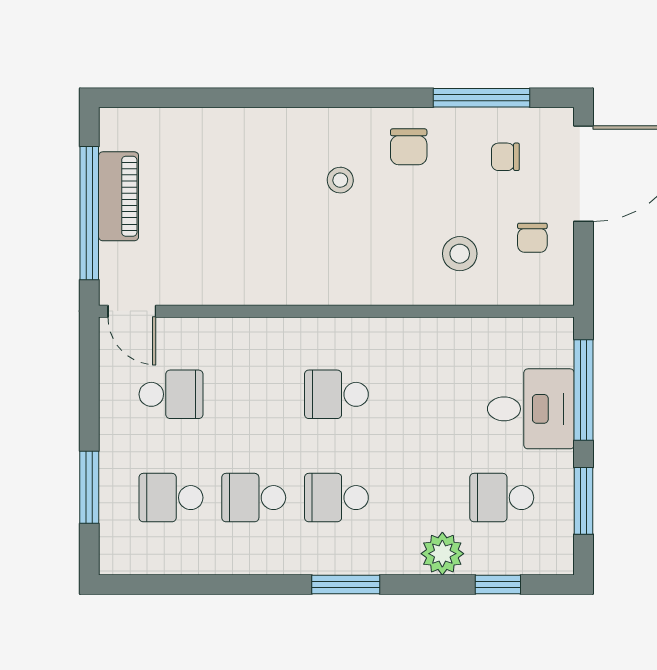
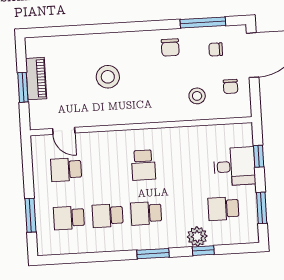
stool: (340, 180) -> (108, 77), moved, width x1.89, depth x1.89
window: (89, 213) -> (23, 87), width x0.47
door: (132, 311) -> (64, 131), moved
window: (583, 390) -> (259, 156), width x0.46
school desk: (171, 394) -> (66, 170), turned 180
school desk: (336, 394) -> (143, 165), turned -90
window: (498, 584) -> (203, 251), moved

